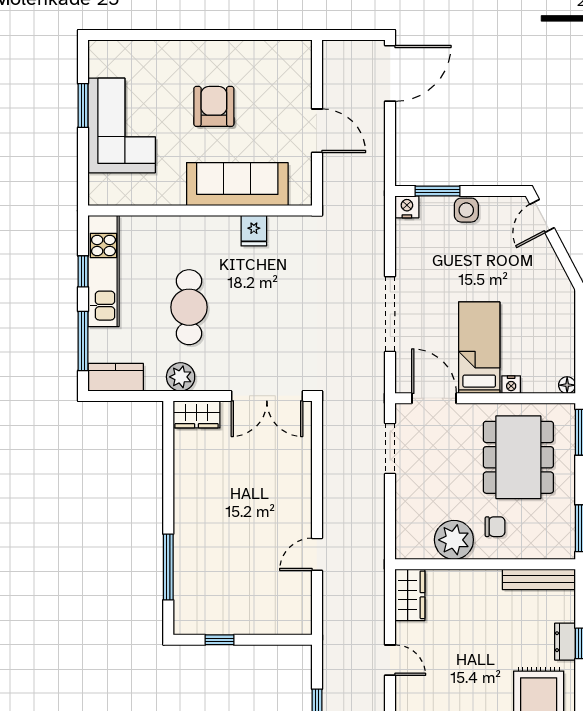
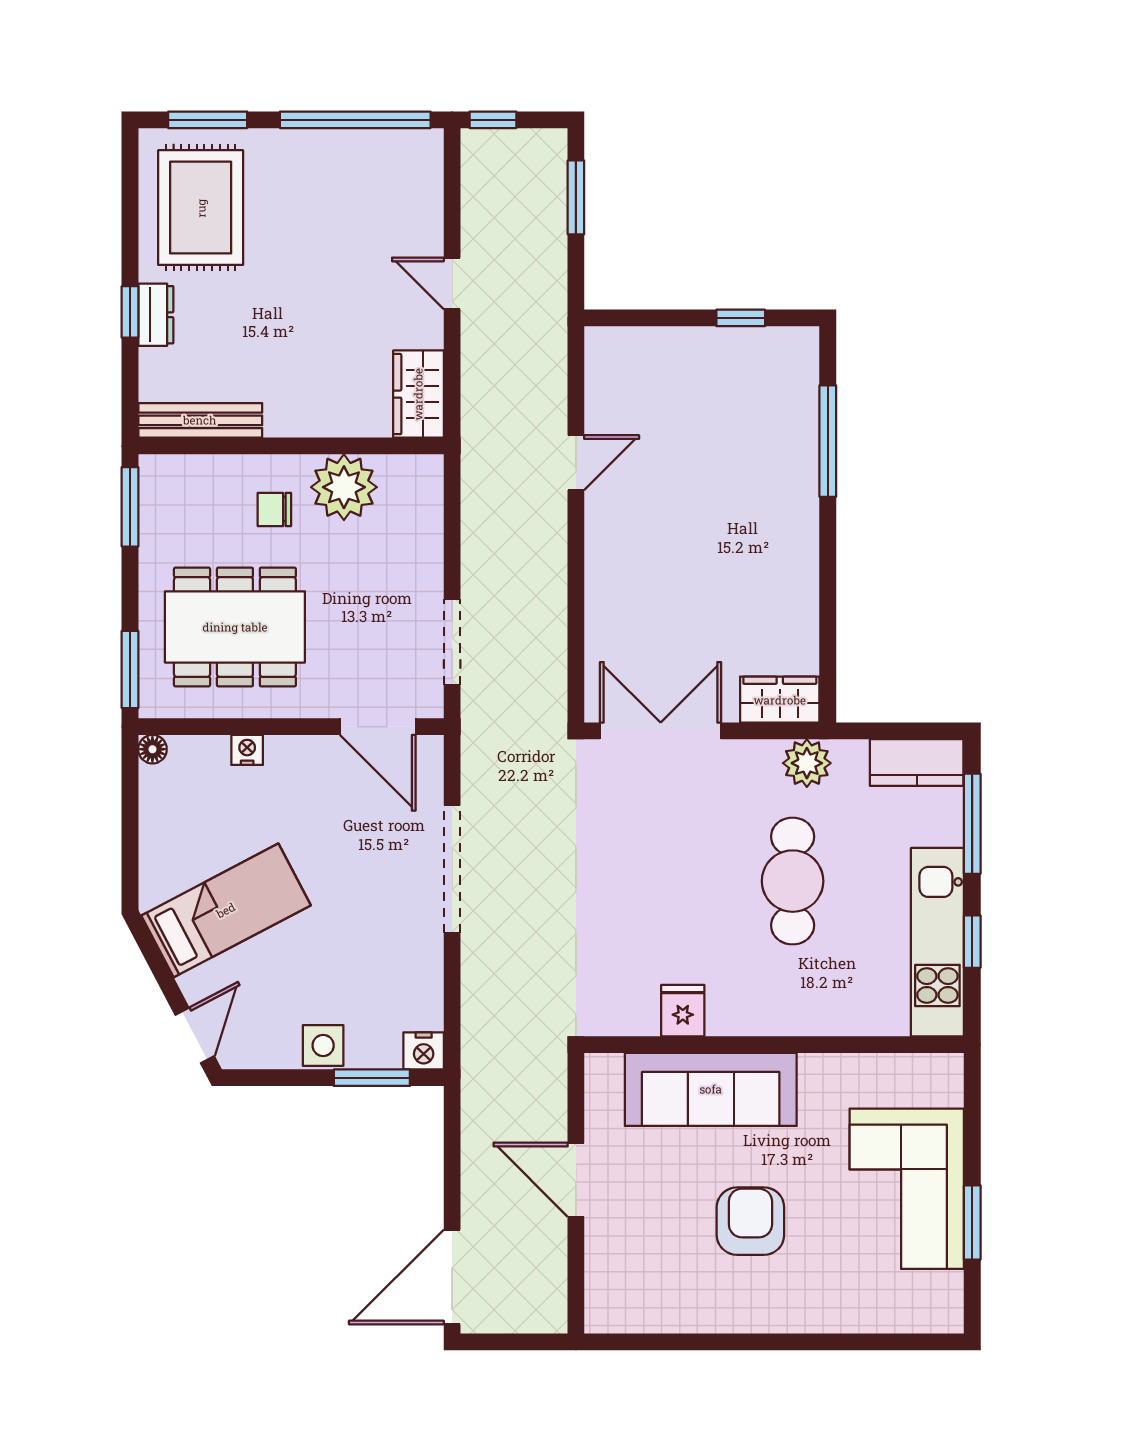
armchair: (214, 106) -> (750, 1221), turned 180
bed: (479, 348) -> (226, 910), moved, turned -118
dining table: (518, 457) -> (235, 627), turned 90

